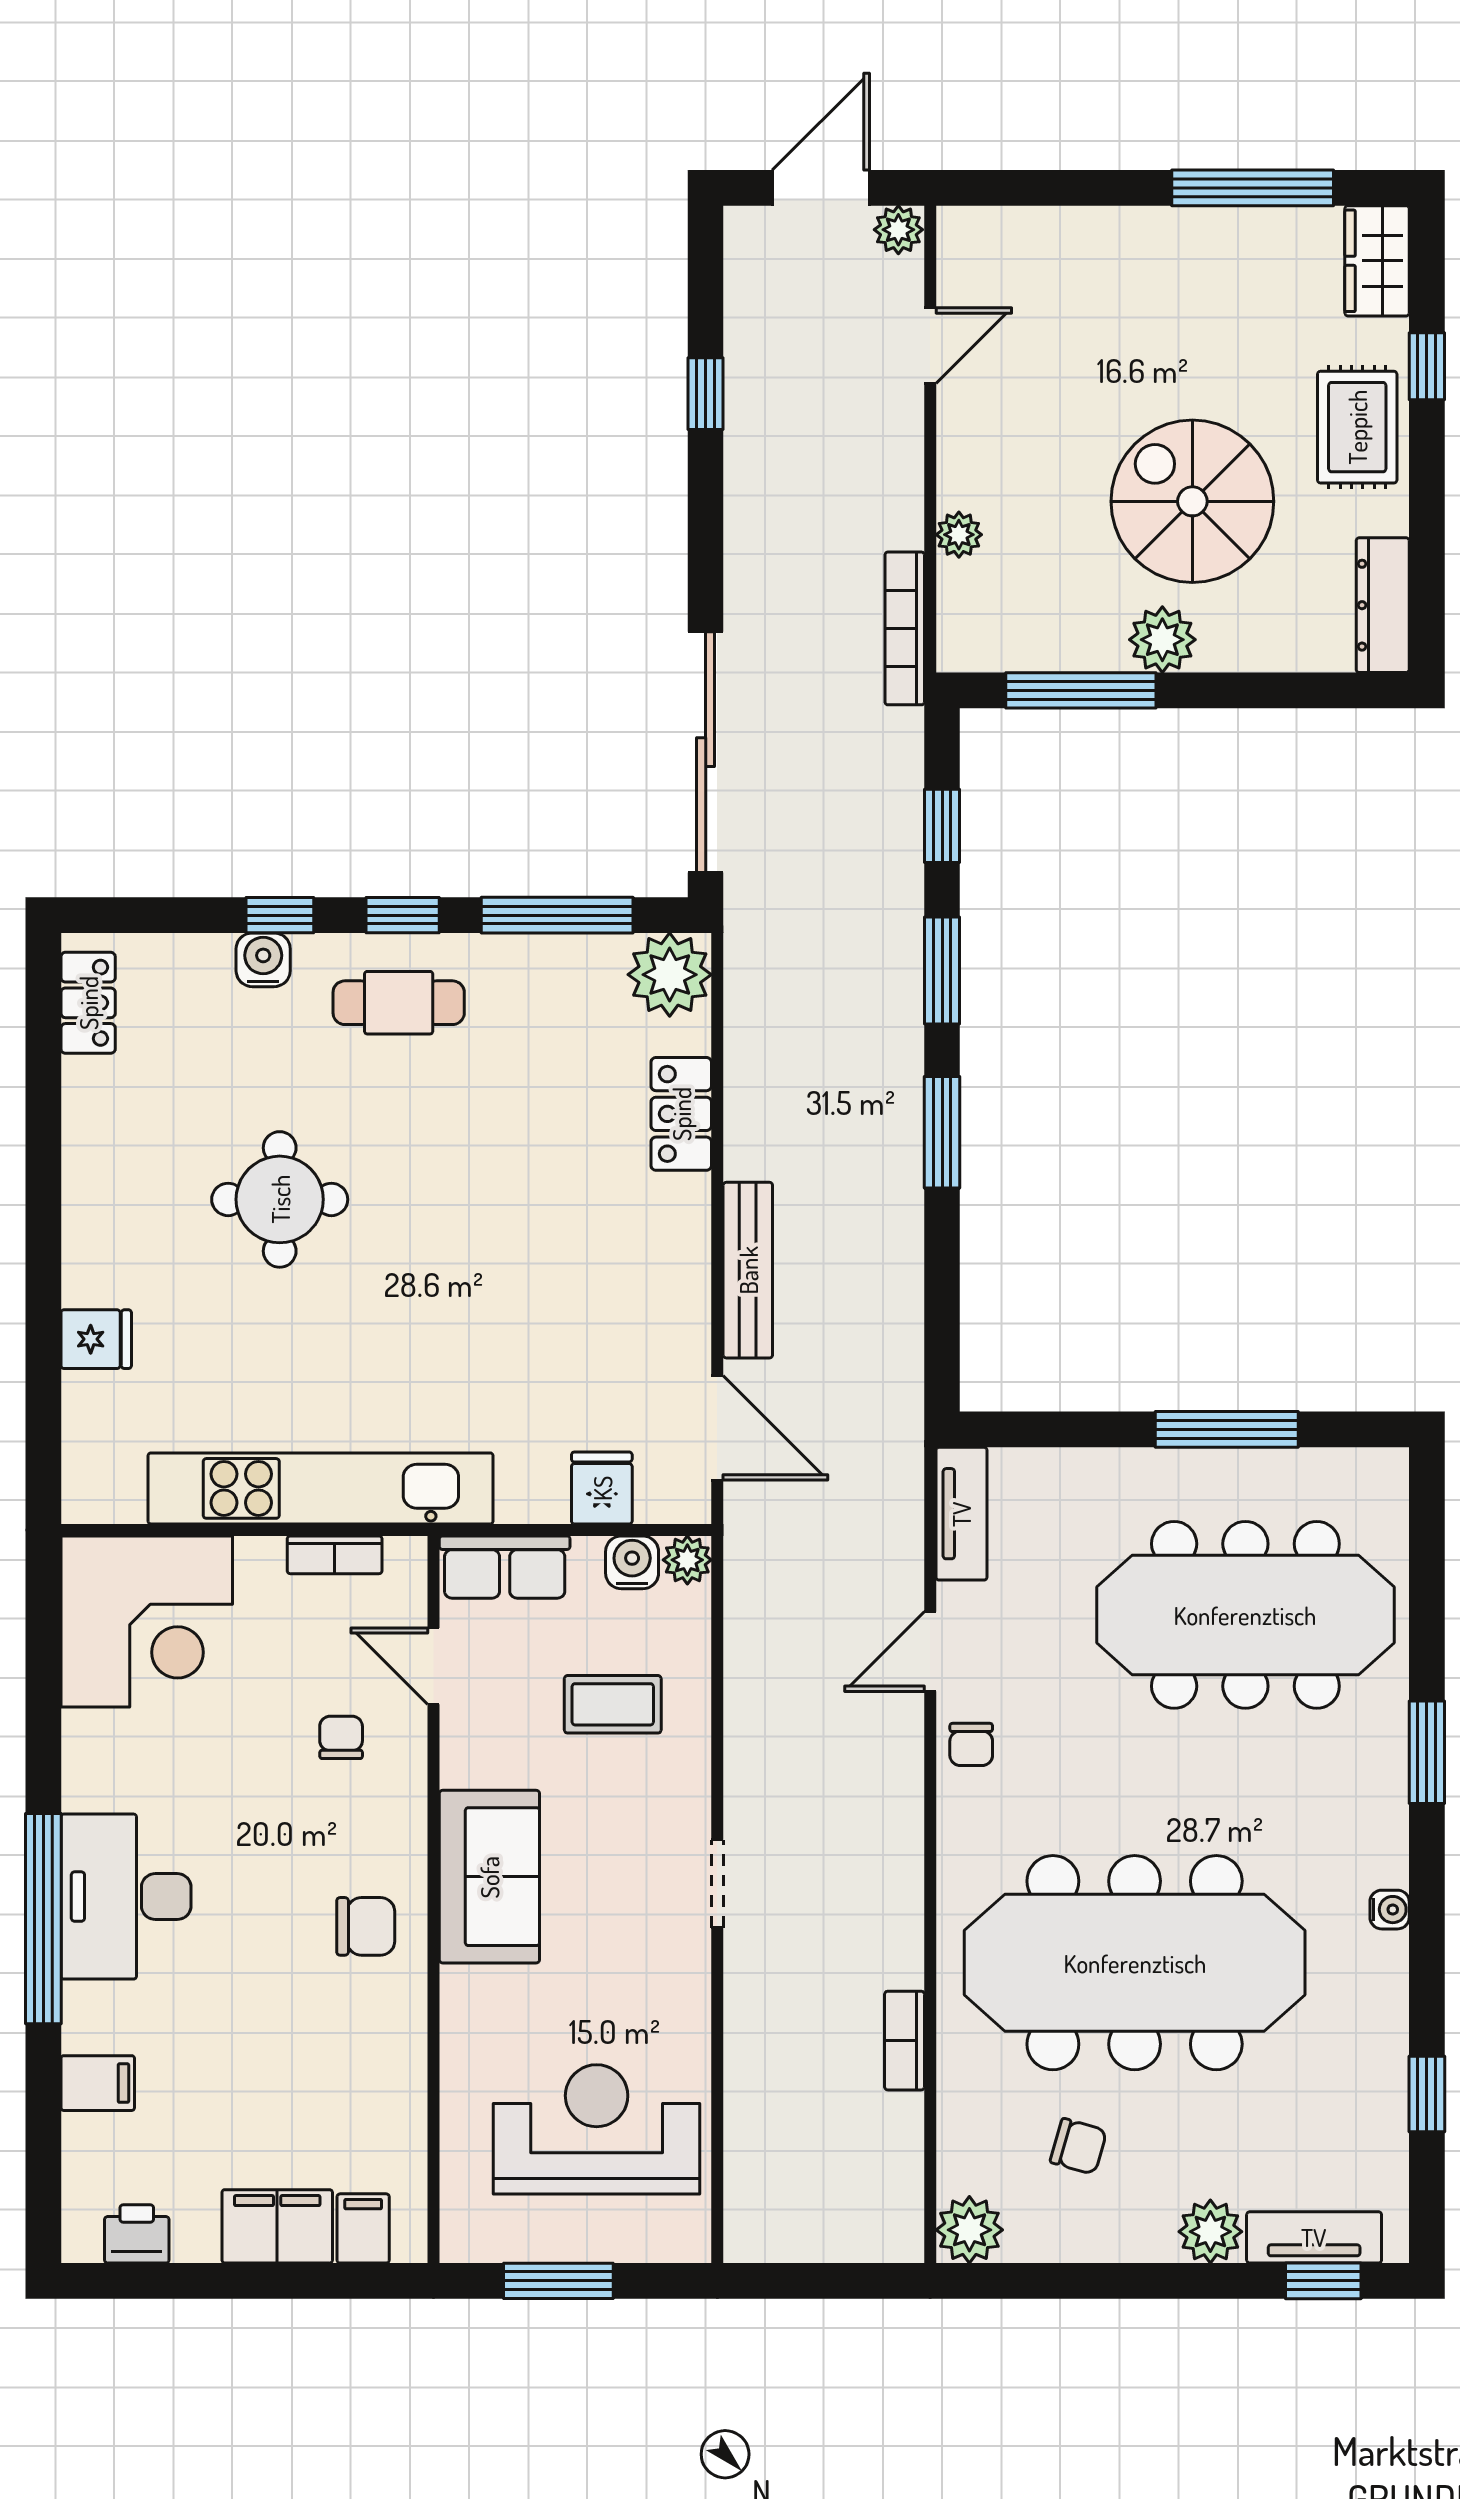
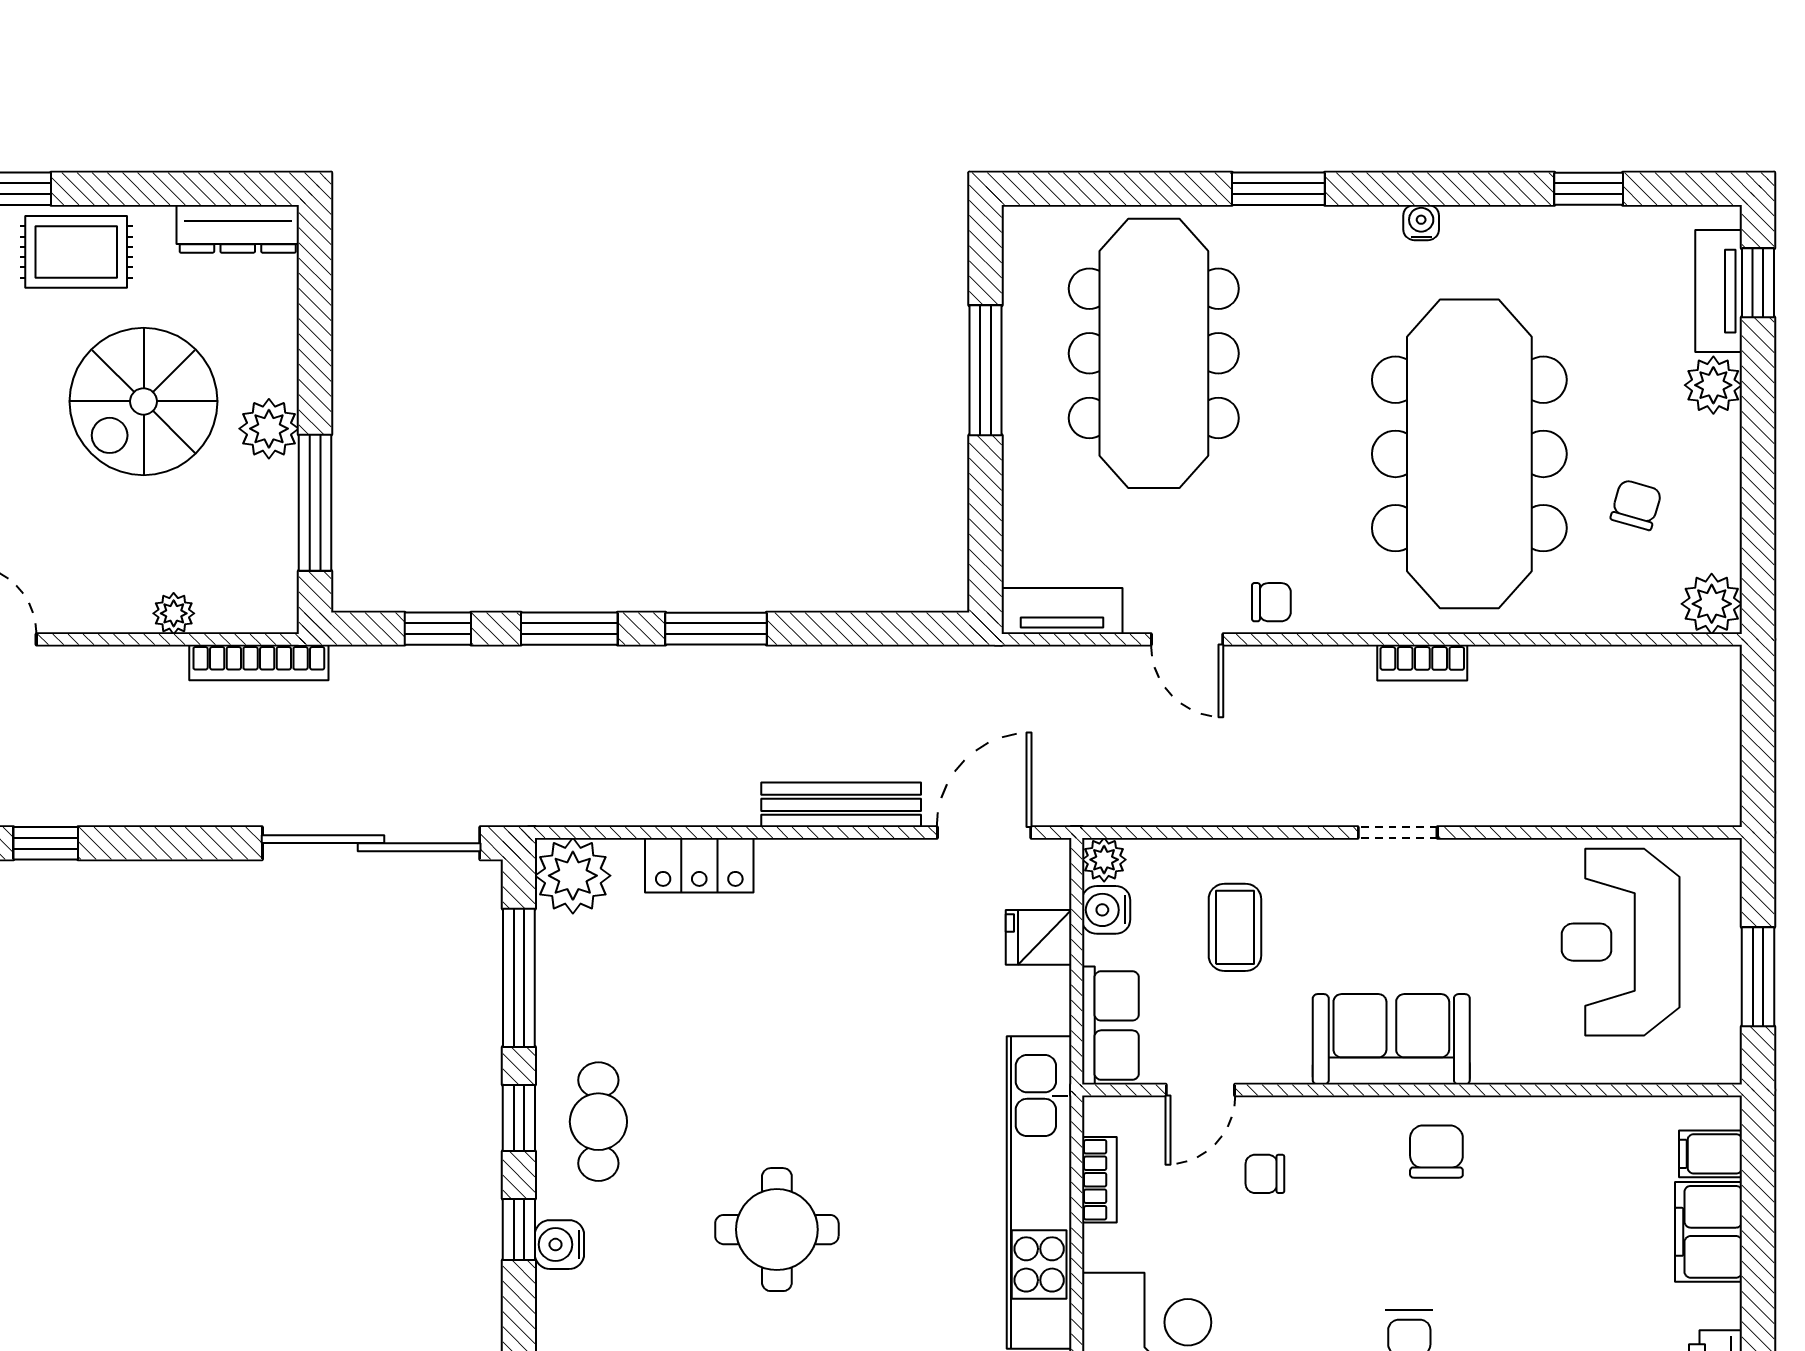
bookcase: (904, 2041) -> (1422, 663), moved

